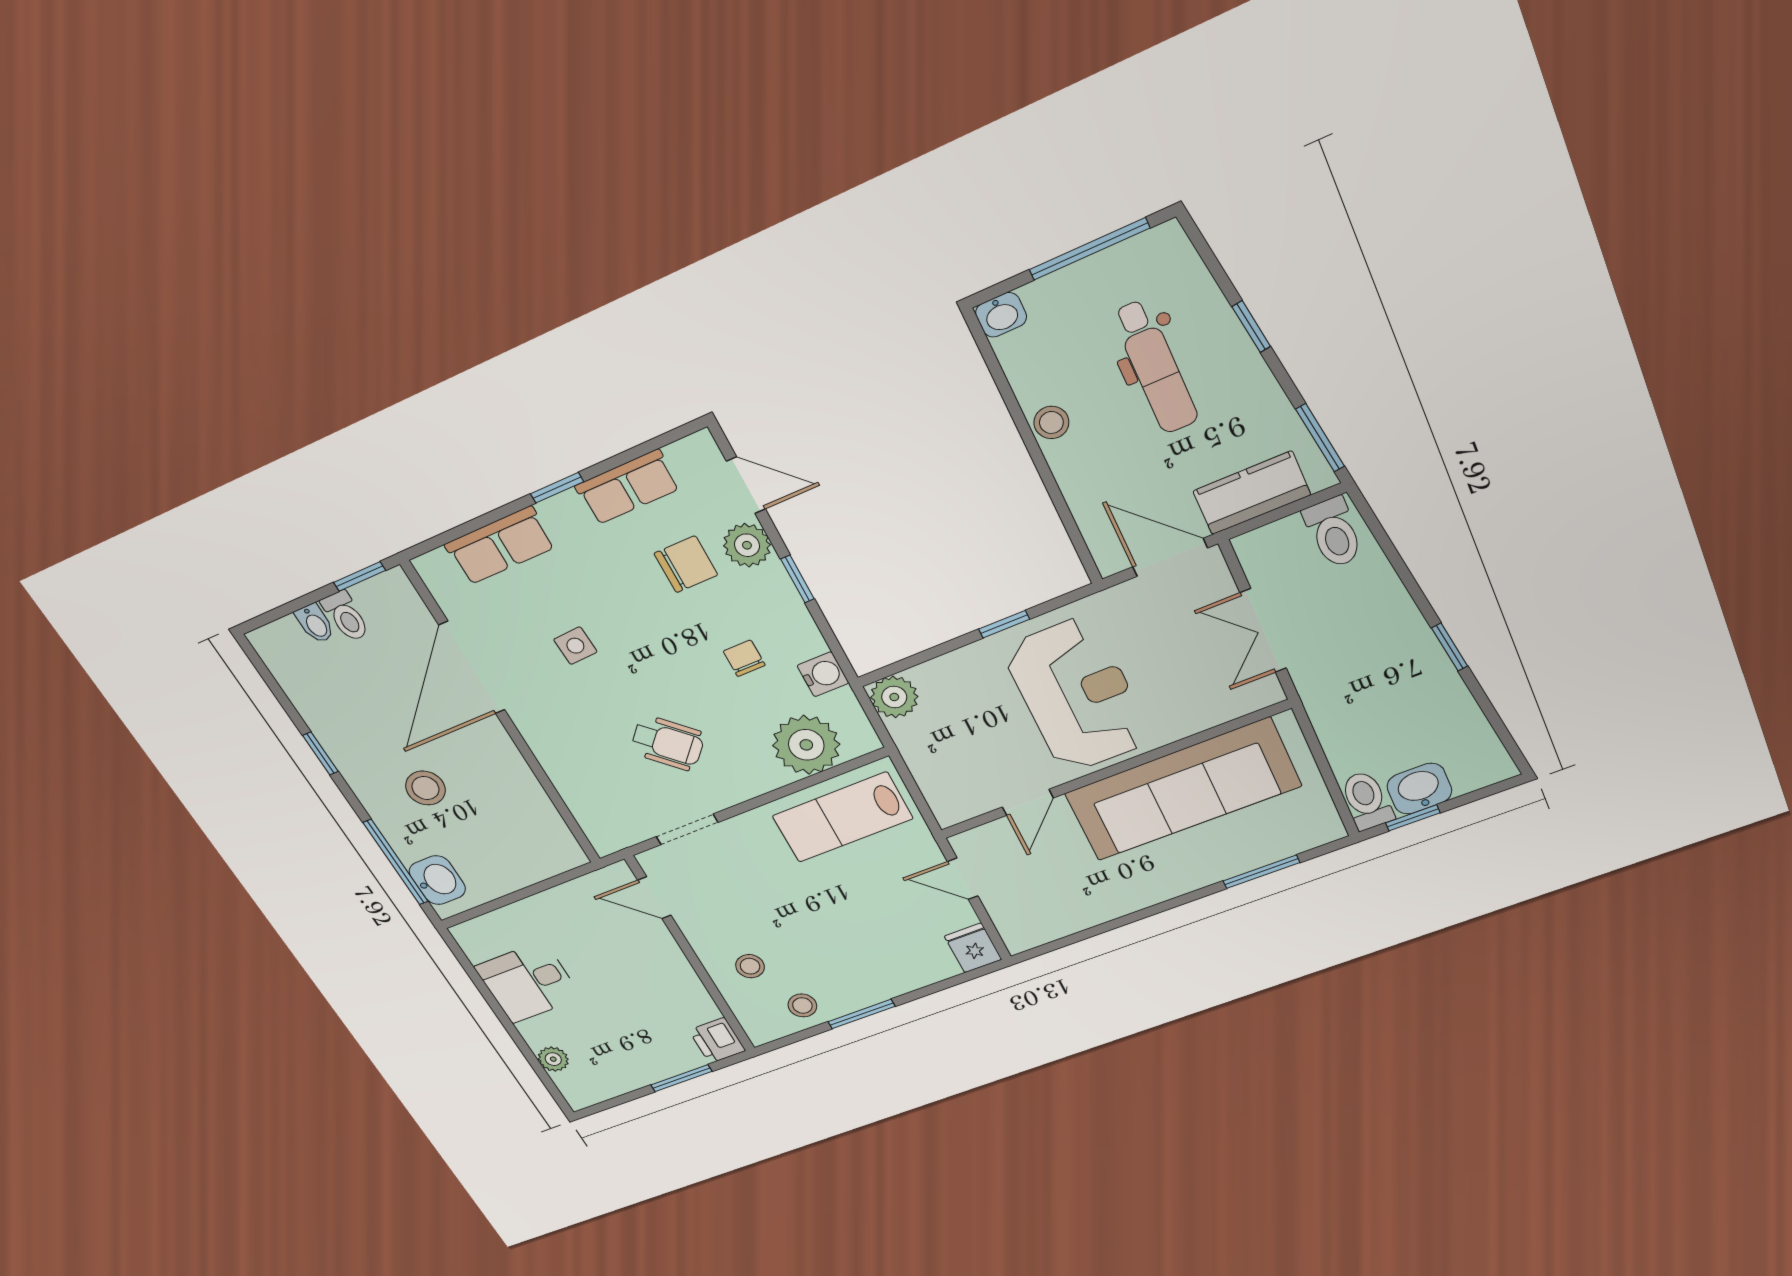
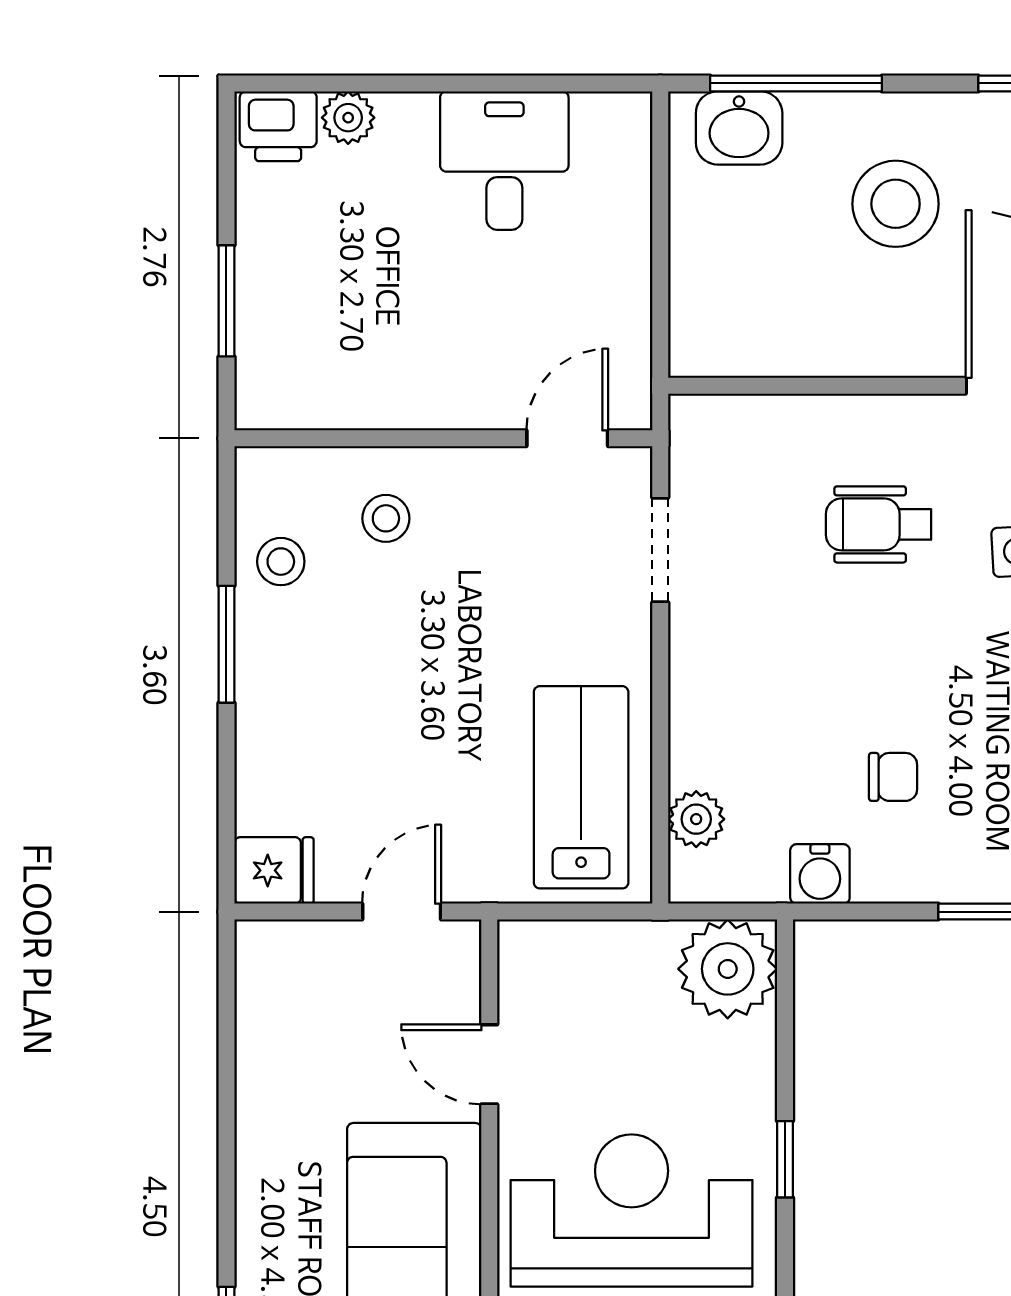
reception desk: (1077, 695) -> (632, 1210), turned 180
plant: (894, 697) -> (728, 969), width x1.36, depth x1.36
wheelchair: (668, 743) -> (879, 524), moved, turned 46
plant: (806, 745) -> (696, 819), width x0.53, depth x0.53
stool: (425, 788) -> (896, 204), width x1.38, depth x1.38
printer: (717, 1041) -> (278, 126), moved, turned 180

